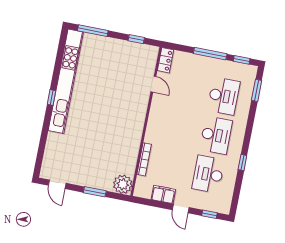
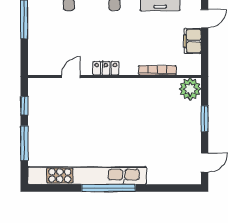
window: (93, 31) -> (24, 143), moved
locker: (166, 60) -> (106, 68), moved
window: (51, 98) -> (109, 188), width x3.17

